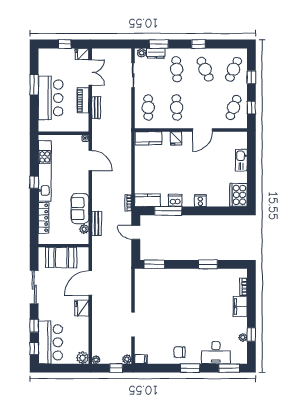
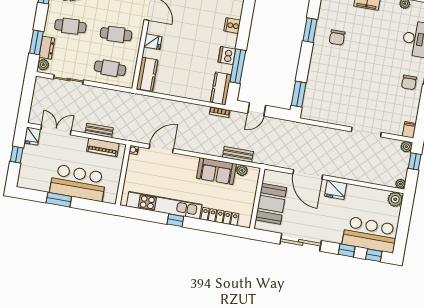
piano: (83, 100) -> (103, 147), moved
chair: (206, 287) -> (337, 37), added

